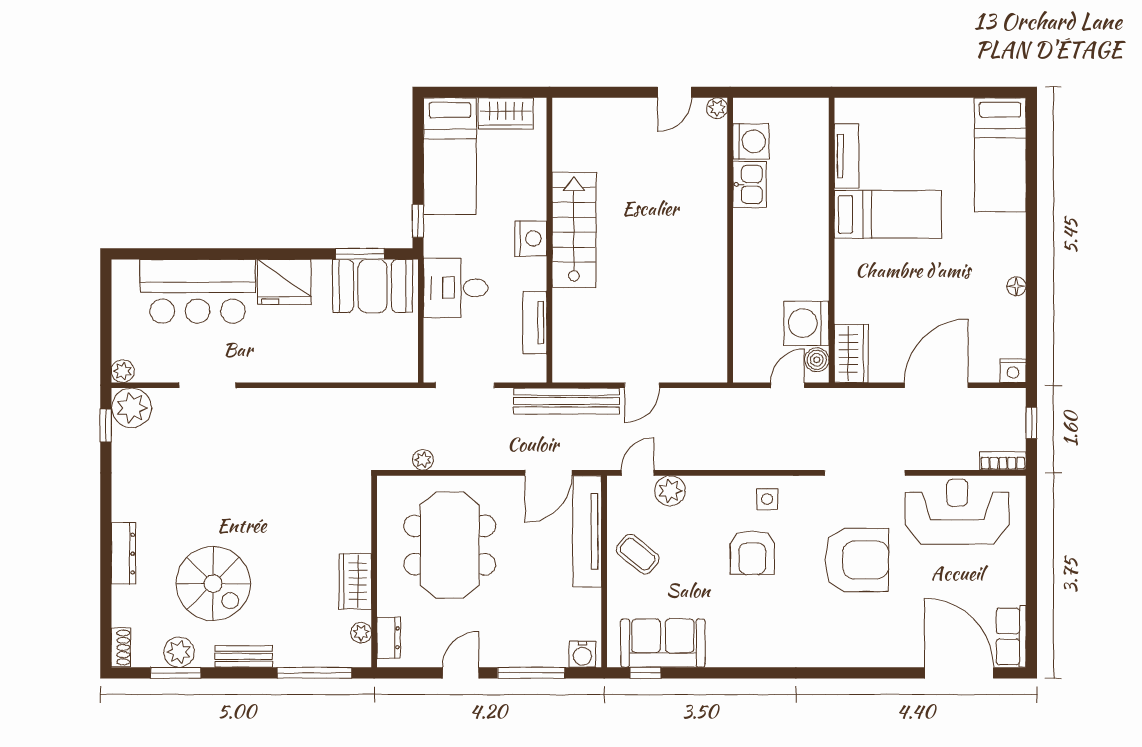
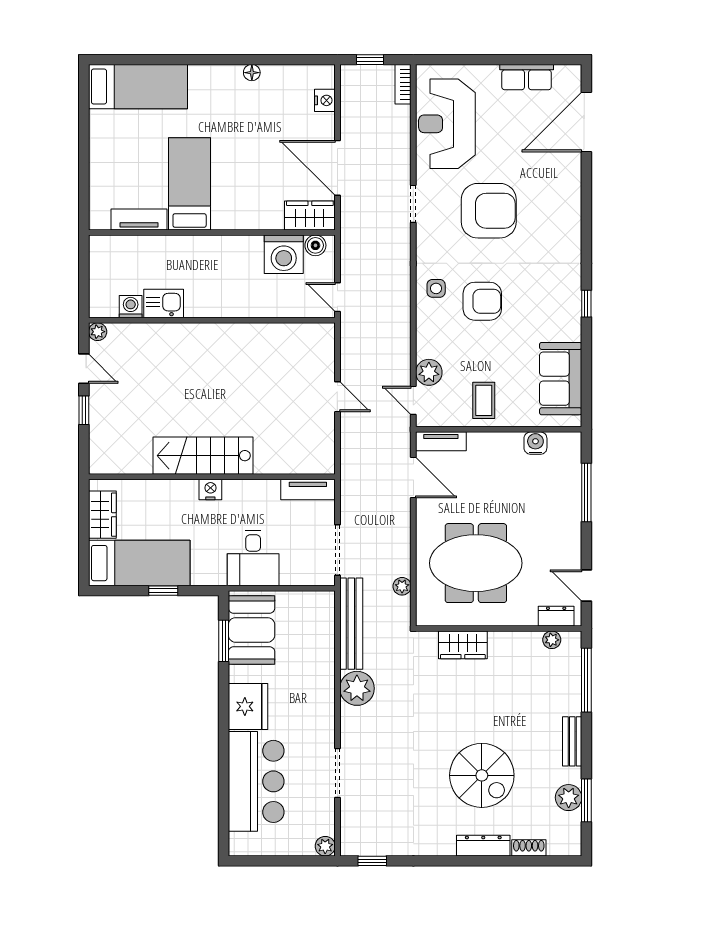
window: (626, 92) -> (84, 410), added
washing machine: (751, 141) -> (131, 307), width x0.73, depth x0.73
window: (418, 221) -> (163, 591), moved
nightstand: (531, 239) -> (210, 490), width x0.74, depth x0.75
tv unit: (535, 323) -> (308, 490), moved
nightstand: (1013, 371) -> (325, 100), moved
door: (788, 385) -> (337, 297), moved
door: (936, 385) -> (337, 168), moved
bench: (566, 401) -> (351, 624), moved
plant: (132, 408) -> (357, 688), moved
doorway: (865, 473) -> (413, 204), width x0.53
tv unit: (587, 531) -> (441, 441), width x0.52, depth x0.78
coffee table: (638, 554) -> (484, 400), turned -39
armchair: (857, 560) -> (489, 211), turned 90
wardrobe: (355, 581) -> (463, 645), moved
spiral stairs: (213, 584) -> (482, 775), moved, turned 90
row of seats: (1011, 636) -> (527, 77), moved
shoe rack: (121, 647) -> (529, 848), moved
water cooler: (582, 654) -> (535, 443), moved, turned -90
door: (461, 673) -> (586, 585), moved
window: (645, 673) -> (586, 304), moved

